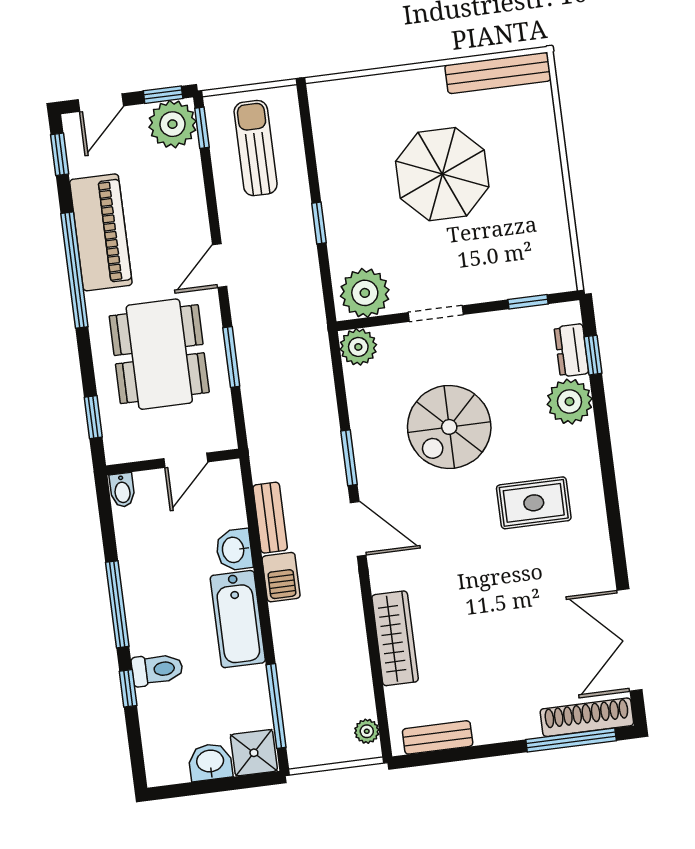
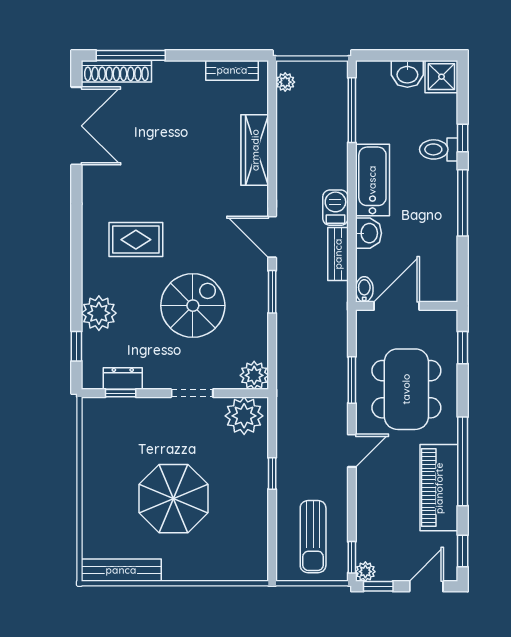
plant: (172, 124) -> (365, 572), width x0.53, depth x0.53
dresser: (571, 350) -> (123, 378), moved, turned -90
door: (186, 460) -> (397, 306), width x1.38
bidet: (122, 490) -> (364, 289), moved
shower: (254, 753) -> (441, 77), moved

